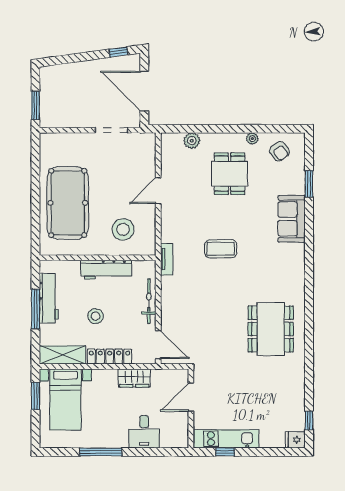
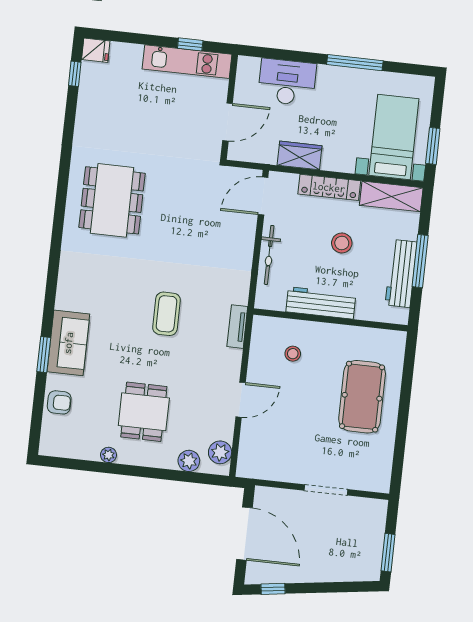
window: (35, 106) -> (388, 553), moved
doorway: (112, 130) -> (326, 490), moved
plant: (169, 150) -> (220, 452), added
armchair: (279, 151) -> (59, 402), moved, turned 127
window: (309, 184) -> (44, 355), moved
pool table: (68, 203) -> (362, 397), width x0.73, depth x0.76
stool: (123, 229) -> (293, 354), width x0.53, depth x0.53
coffee table: (221, 249) -> (166, 314), turned 90
tv unit: (167, 259) -> (237, 327), moved
door: (158, 345) -> (263, 196), hinge flipped
desk: (144, 432) -> (287, 82), width x1.37

